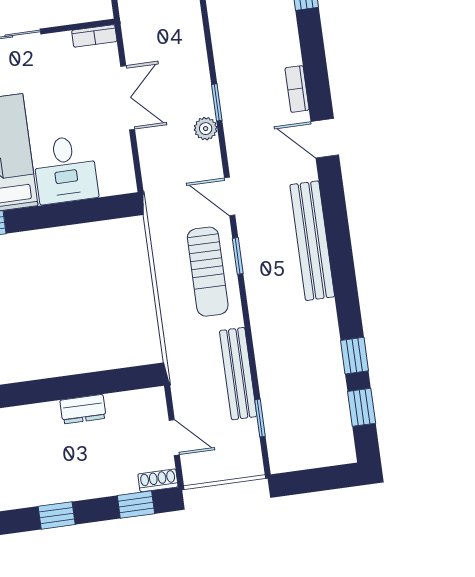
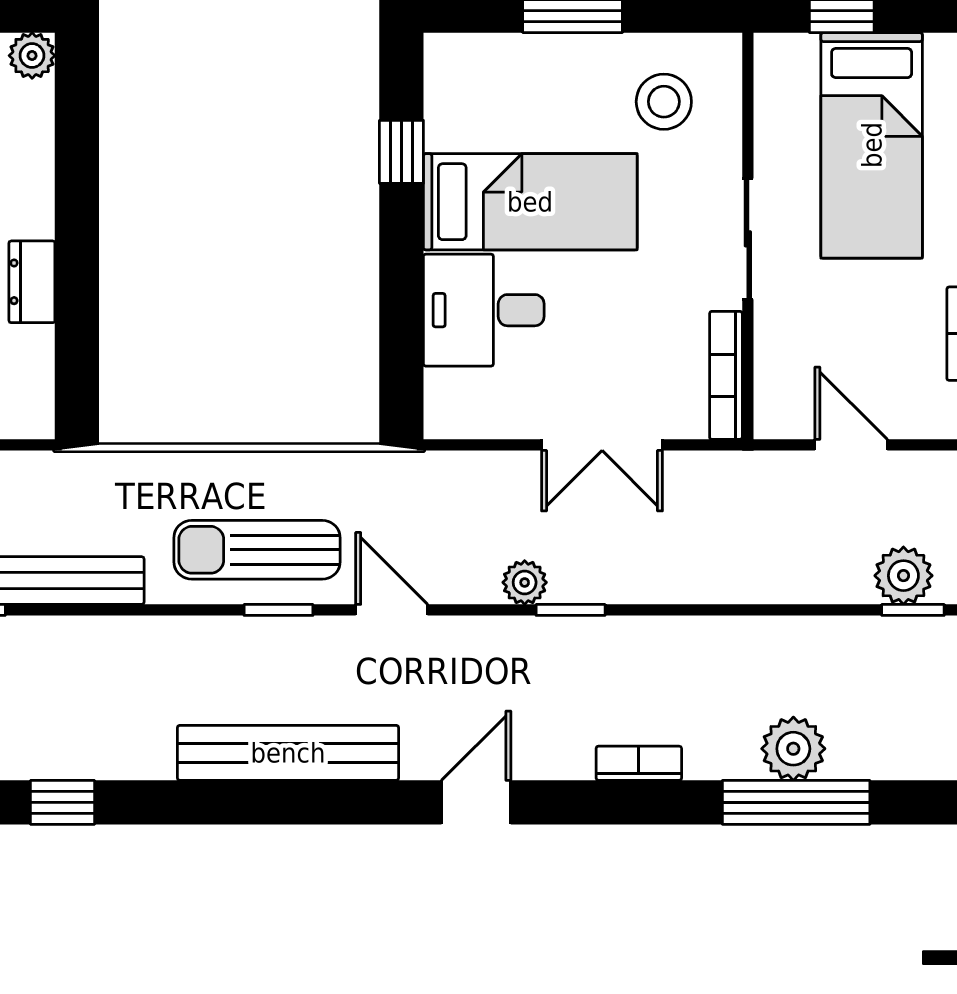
bookcase: (94, 36) -> (726, 375), width x1.56
bookcase: (297, 89) -> (639, 763), moved
door: (230, 196) -> (392, 610), hinge flipped

